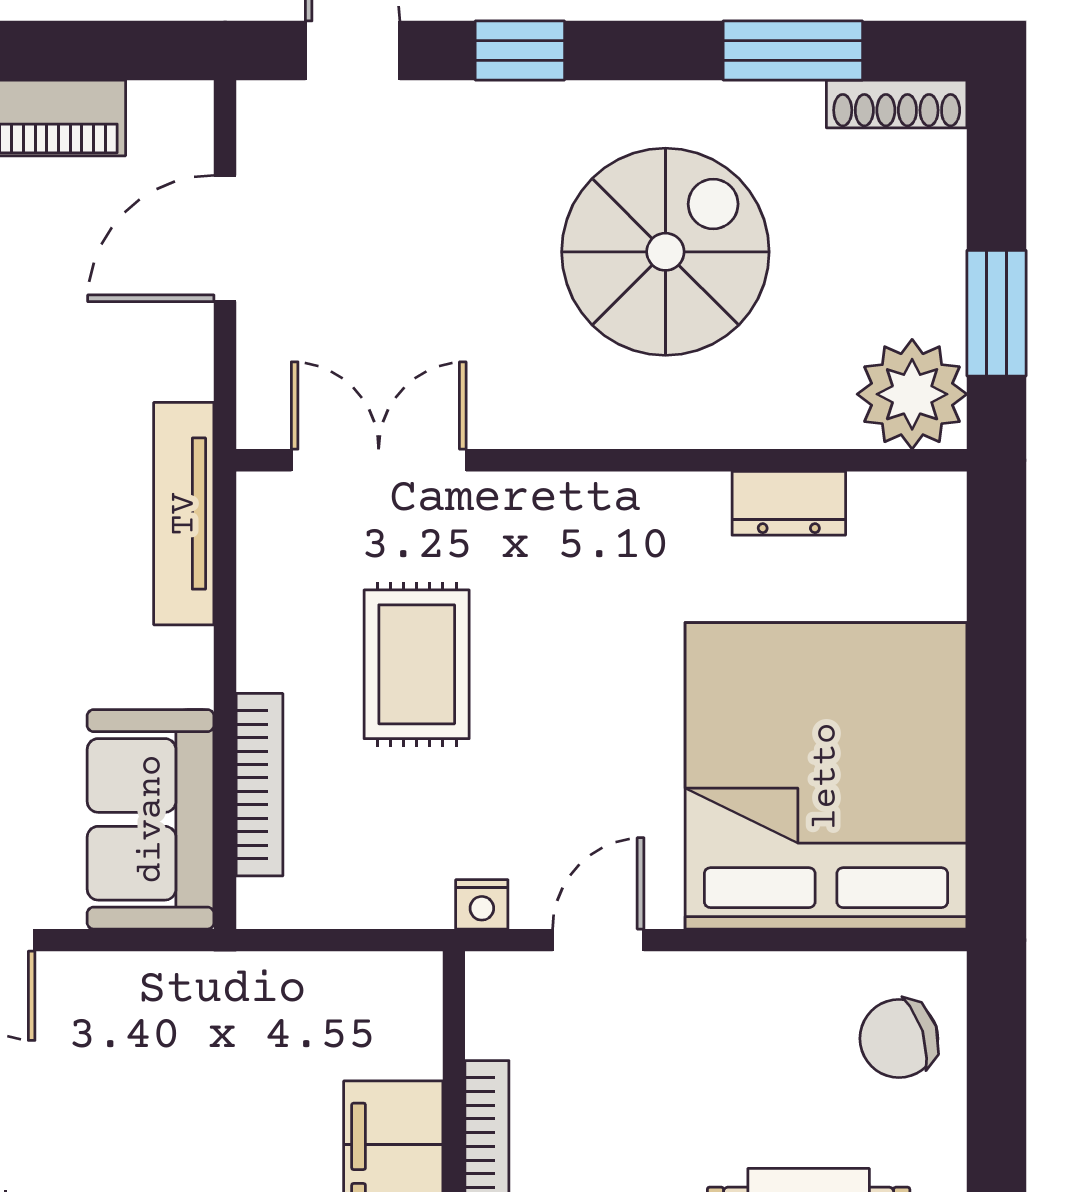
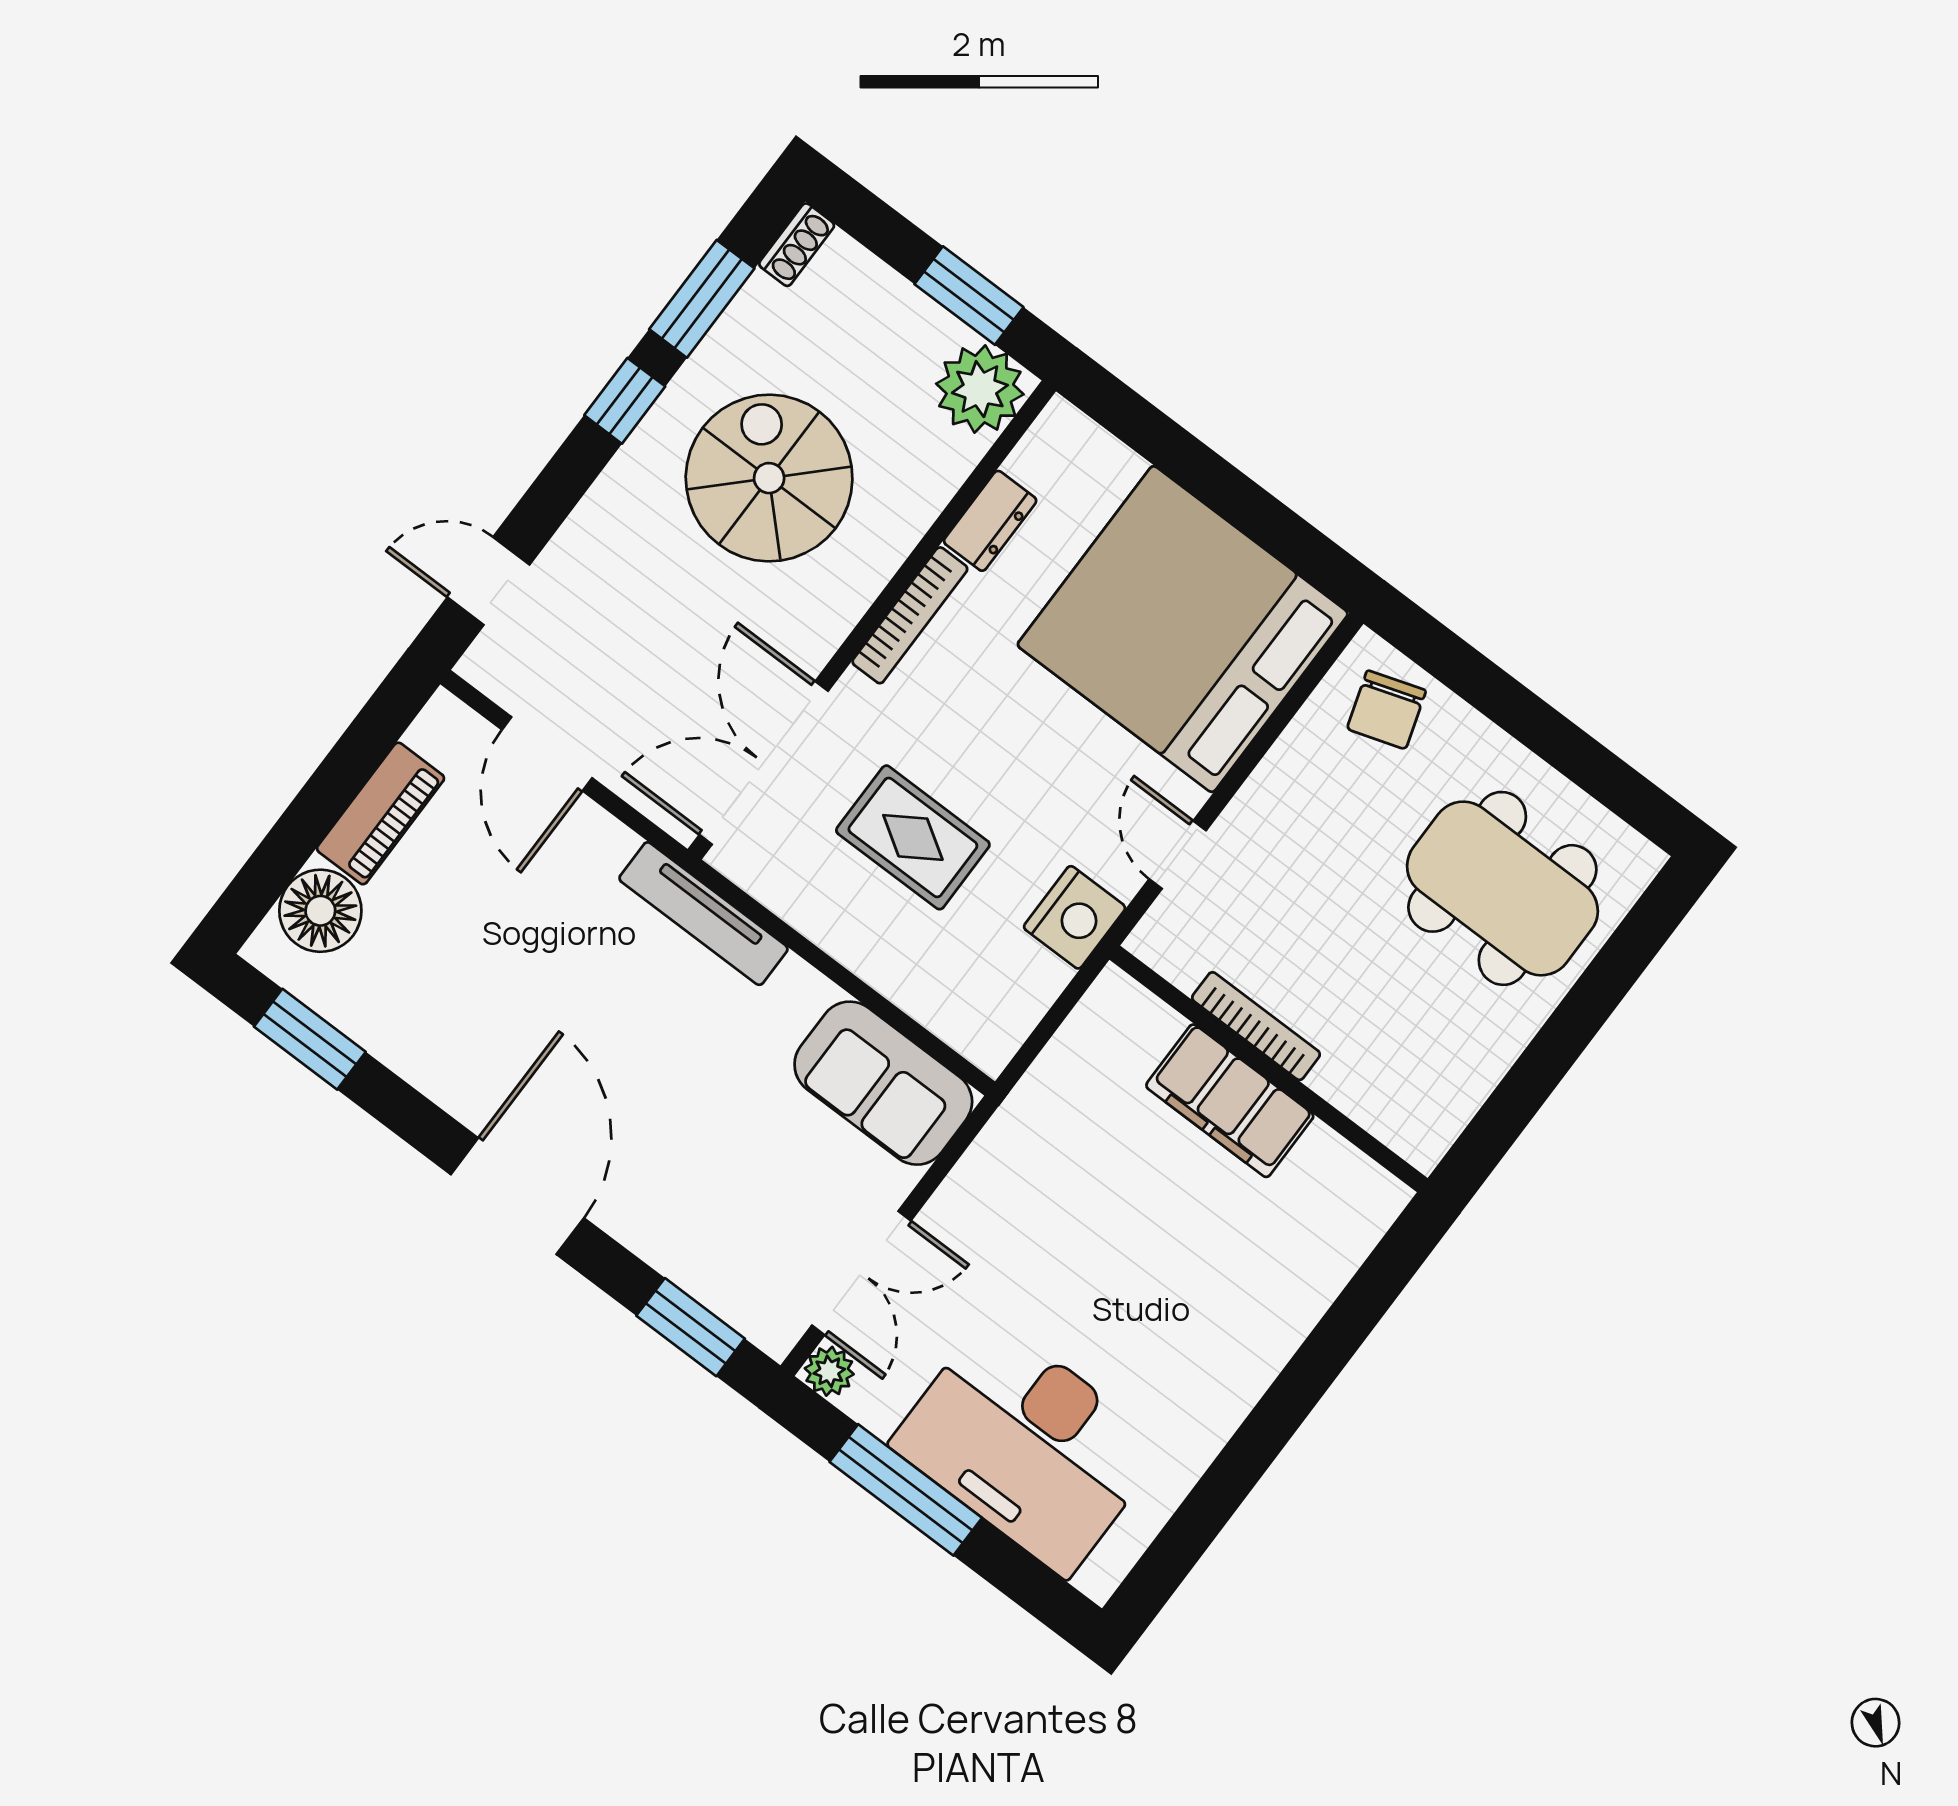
window: (520, 51) -> (625, 401), moved
shoe rack: (897, 104) -> (797, 245), width x0.70
double door: (379, 460) -> (764, 763), width x1.37
bookcase: (259, 785) -> (910, 615), moved, turned 90
nightstand: (482, 904) -> (1075, 917), width x1.89, depth x1.79

